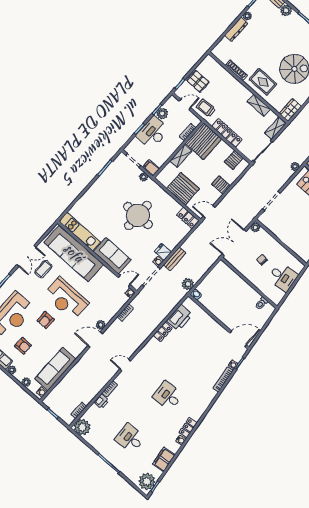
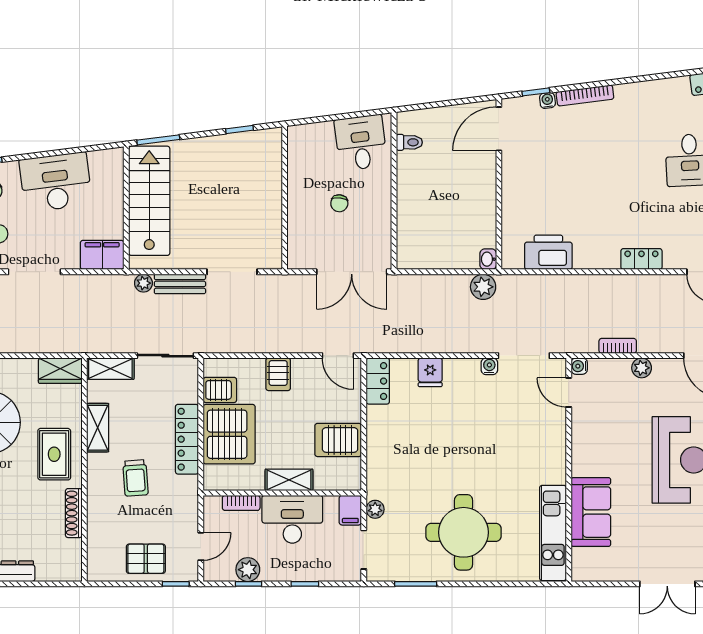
pallet: (198, 81) -> (146, 559), turned 90
door: (185, 104) -> (201, 546), swing flipped
trolley: (206, 108) -> (135, 478), moved
desk: (153, 133) -> (292, 519), moved, turned 180
server rack: (203, 141) -> (229, 434), moved, turned 90
server rack: (183, 189) -> (338, 440), width x0.62
round table: (138, 215) -> (464, 532), moved
plant: (255, 227) -> (297, 260), removed
fridge: (163, 252) -> (430, 372), moved
sofa: (74, 253) -> (591, 512), width x0.54, depth x0.79
double door: (26, 256) -> (667, 584), swing flipped
sofa: (112, 256) -> (546, 447), removed
bench: (175, 259) -> (180, 284), moved
coffee table: (43, 269) -> (664, 538), removed
desk: (283, 277) -> (361, 143), moved
plant: (101, 325) -> (642, 368), moved
locker: (163, 332) -> (641, 259), moved
door: (238, 339) -> (499, 129), hinge flipped

